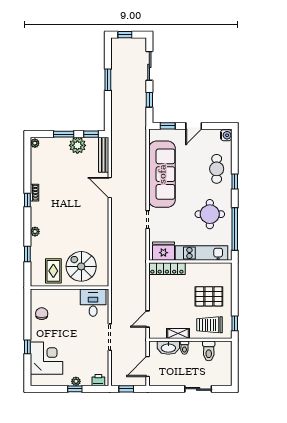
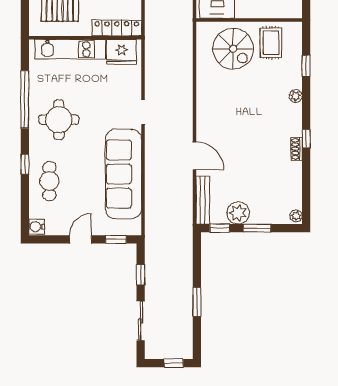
fridge: (163, 251) -> (122, 52), moved
kitchen unit: (201, 253) -> (70, 49), moved
wall: (190, 262) -> (85, 38), moved
locker: (167, 269) -> (117, 28), moved

